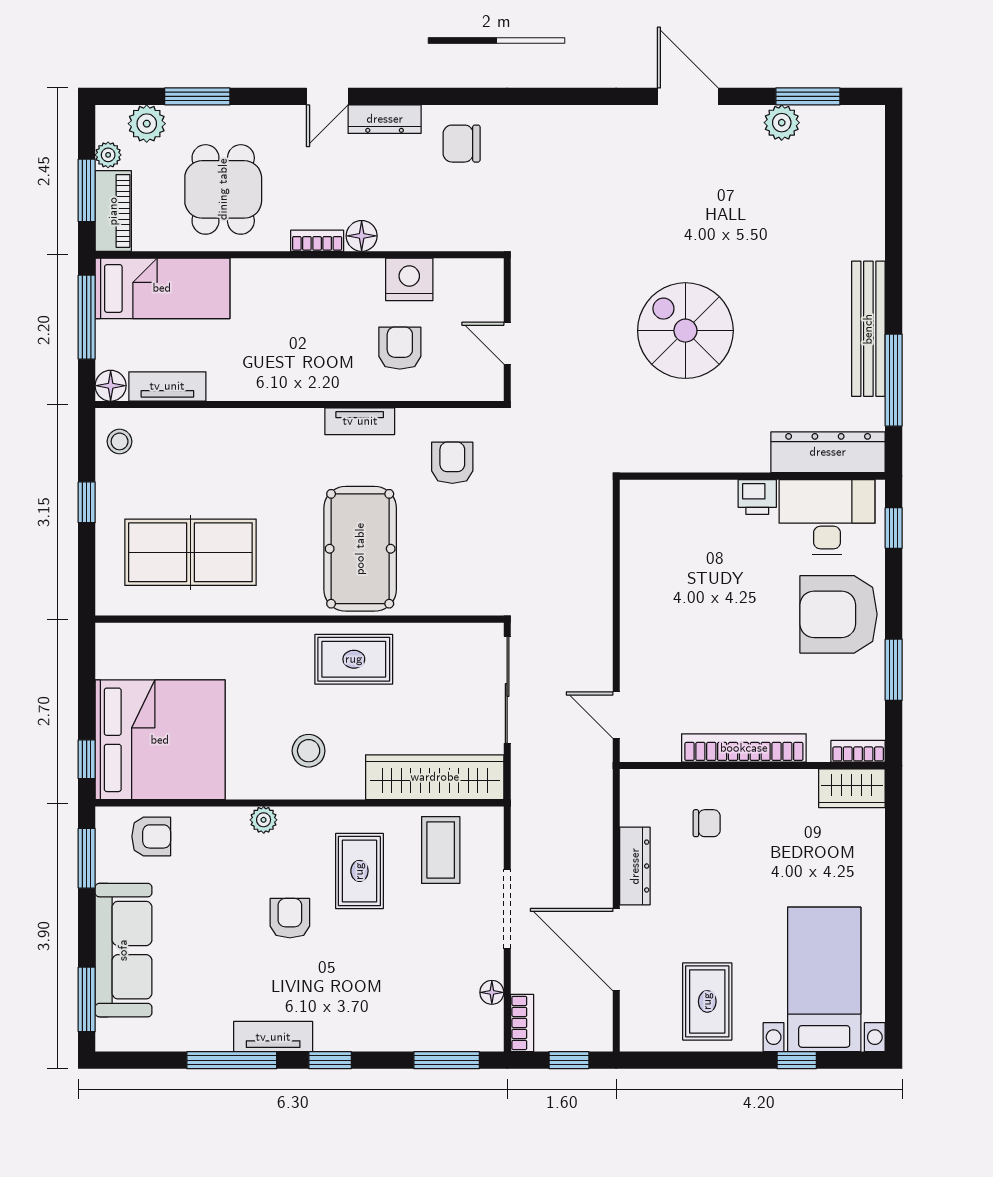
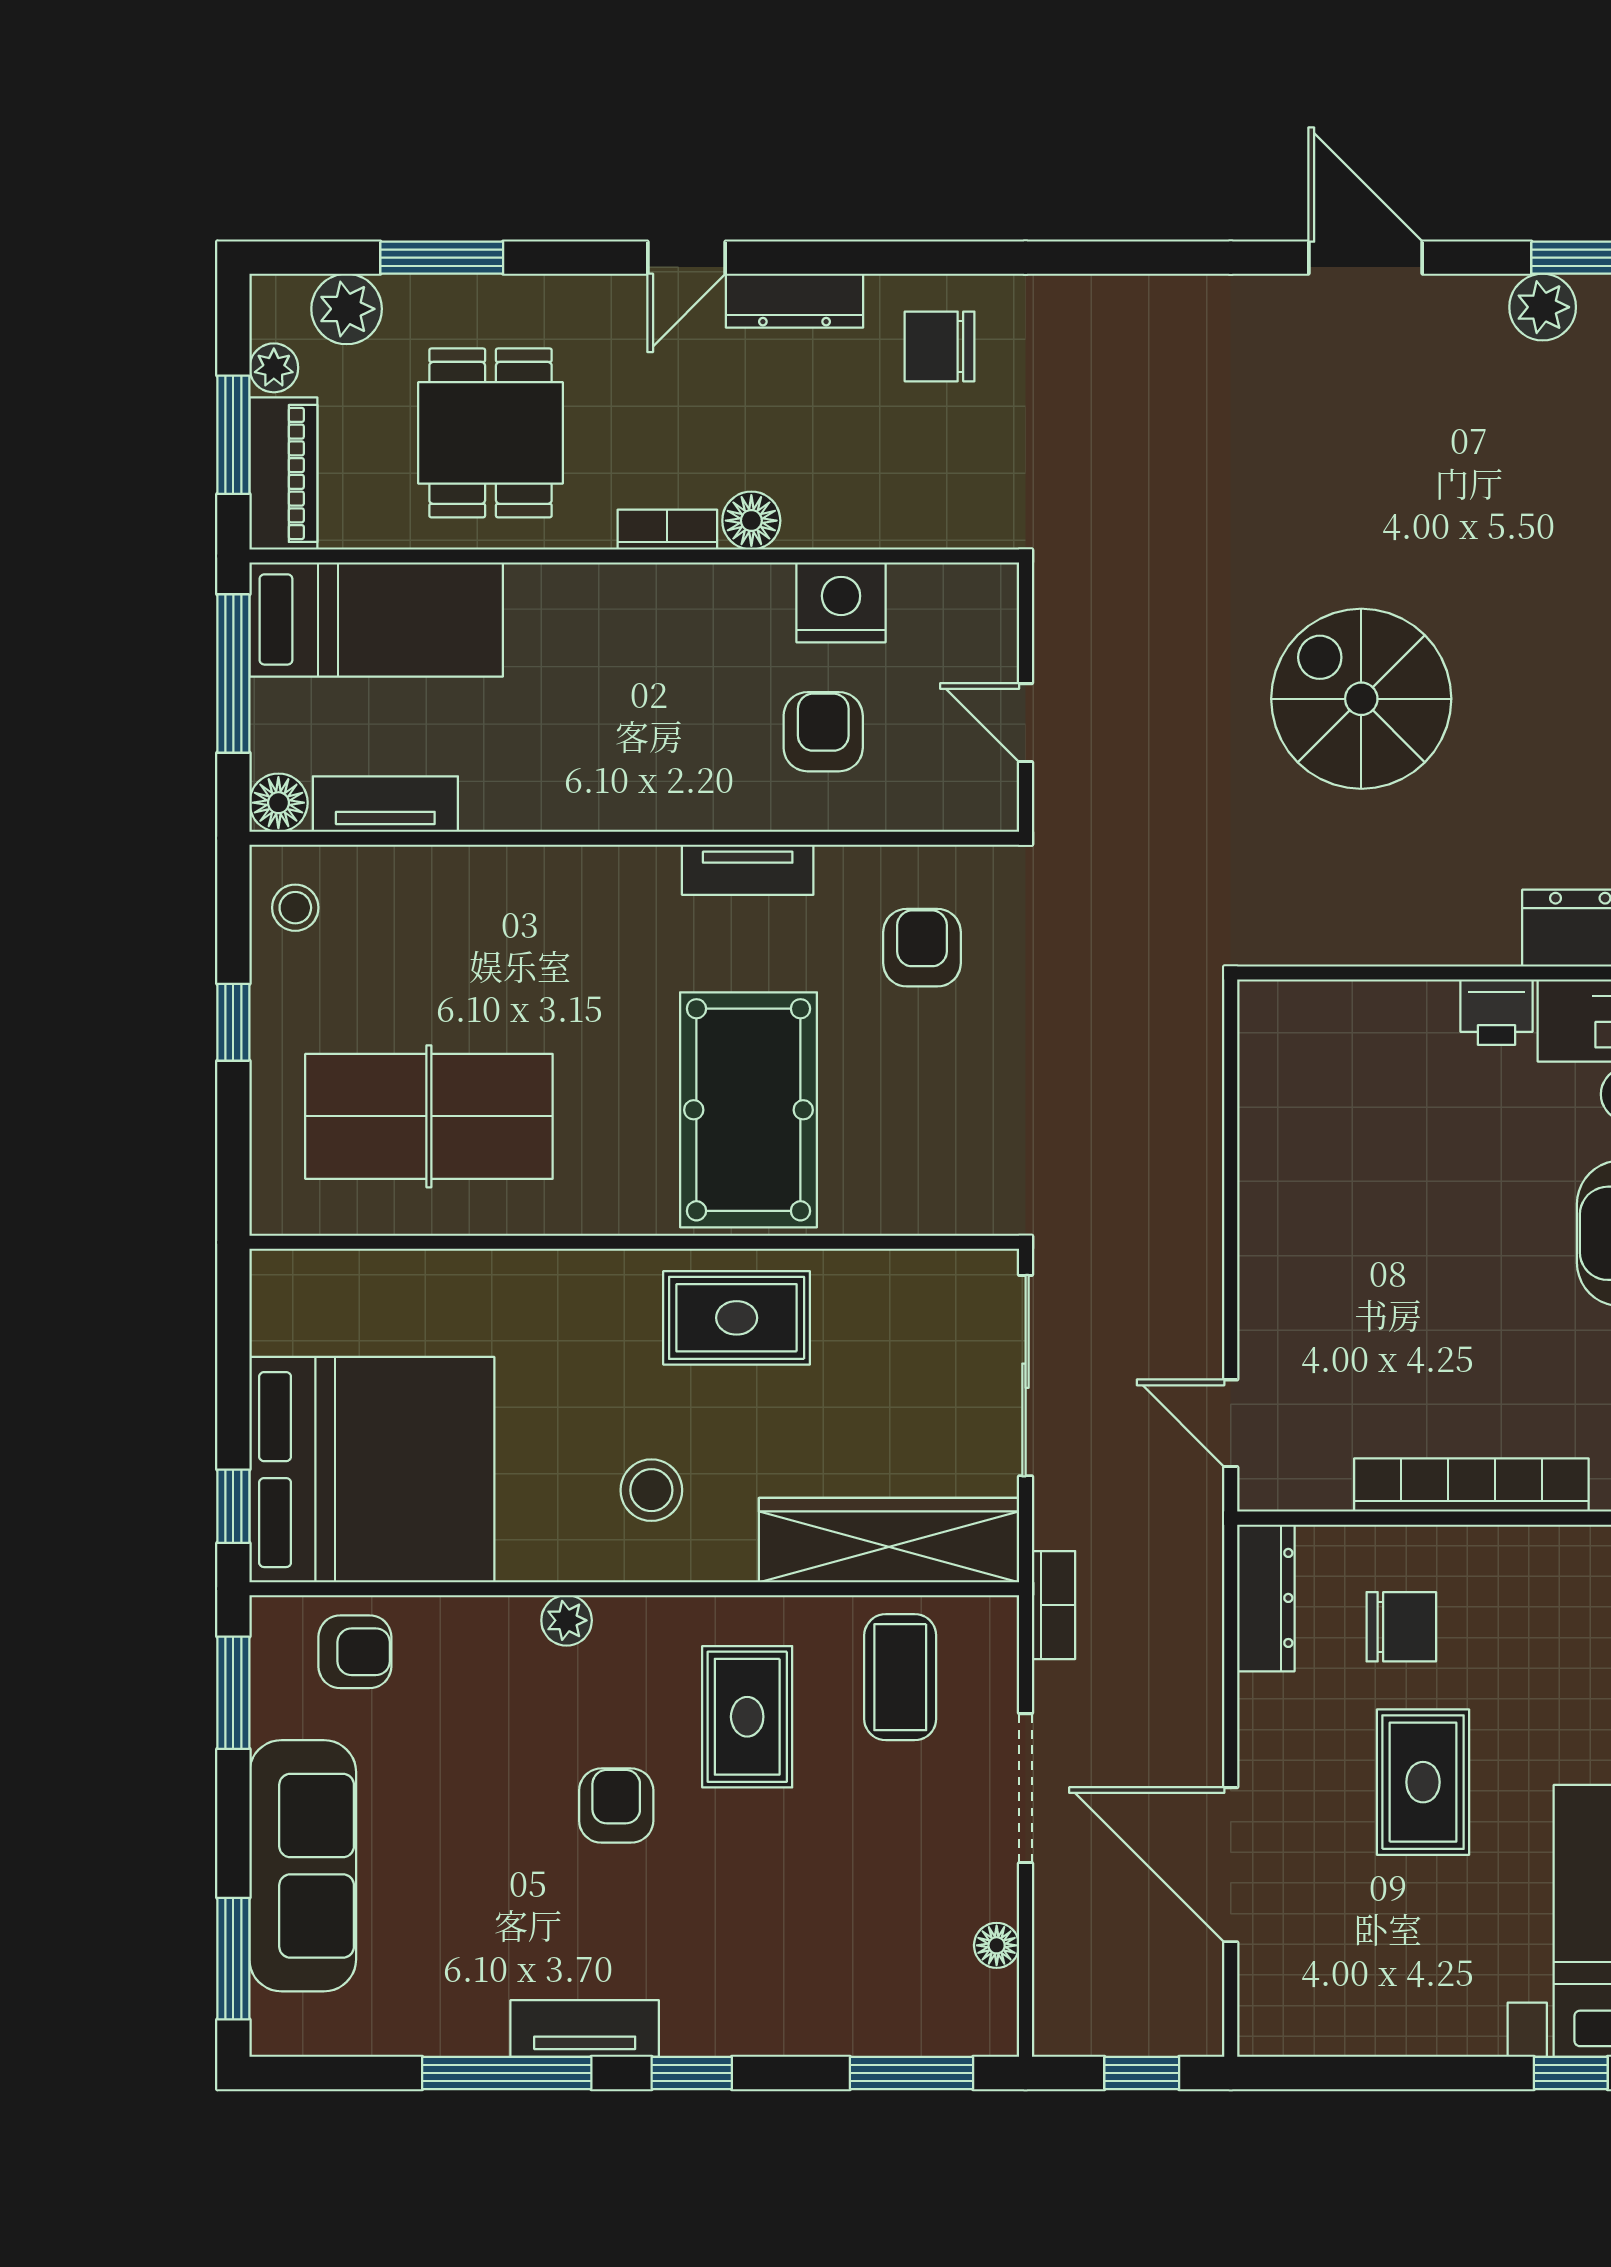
chair: (707, 823) -> (1401, 1627), width x1.37, depth x1.37
dresser: (635, 866) -> (1266, 1598), moved
rug: (707, 1001) -> (1423, 1782), moved
bookcase: (522, 1023) -> (1054, 1605), moved

